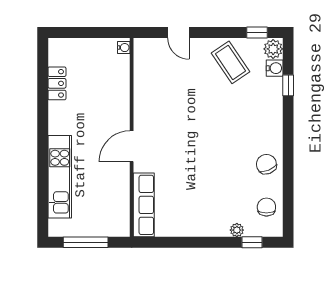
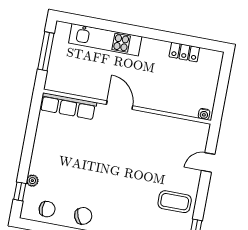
coffee table: (231, 62) -> (175, 202), turned 34

